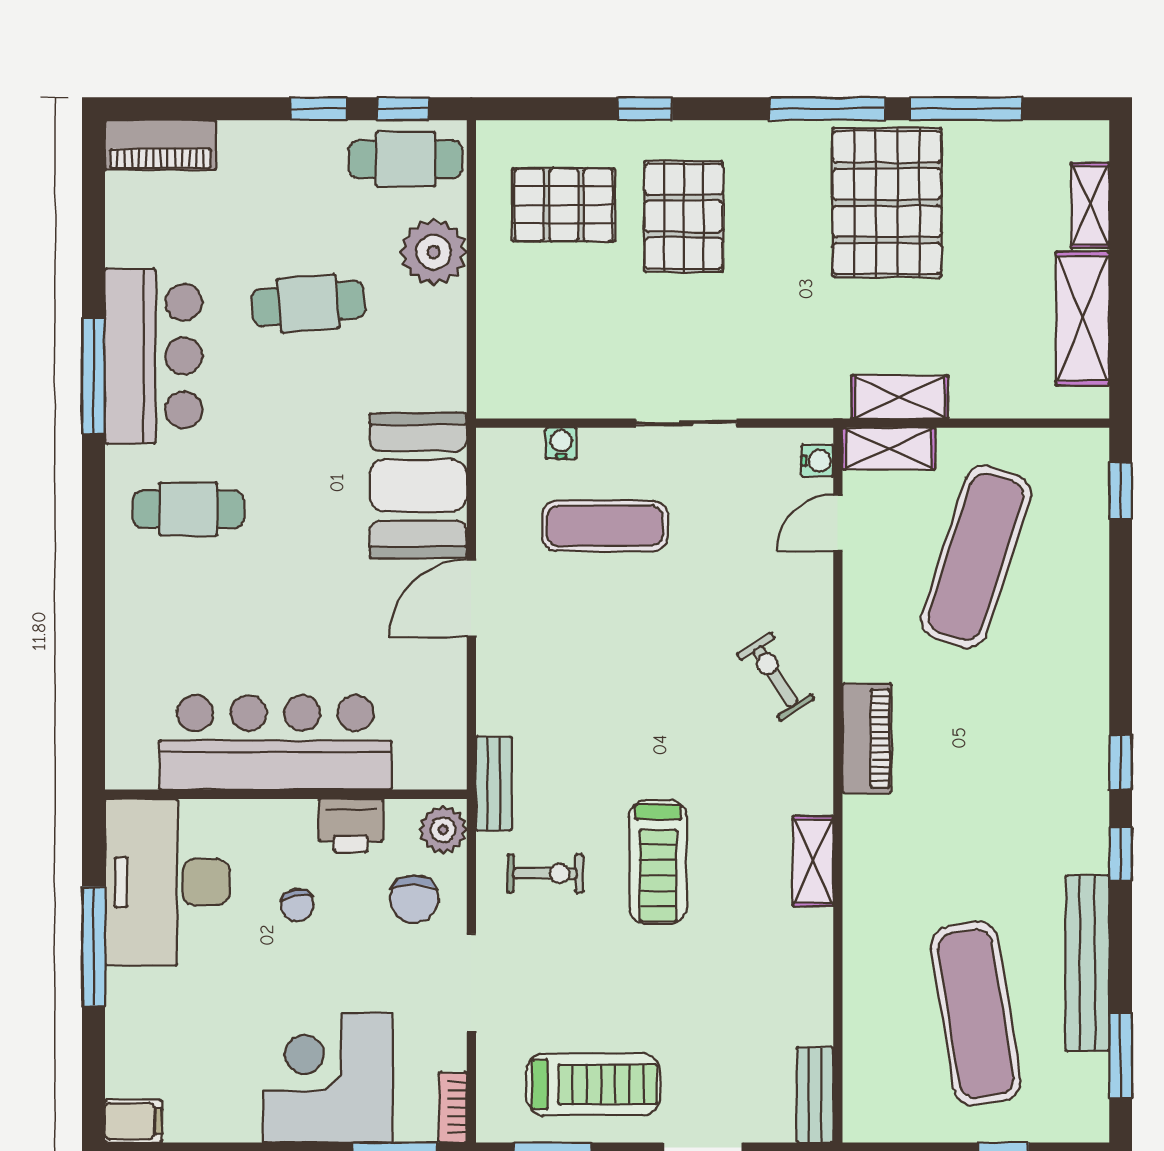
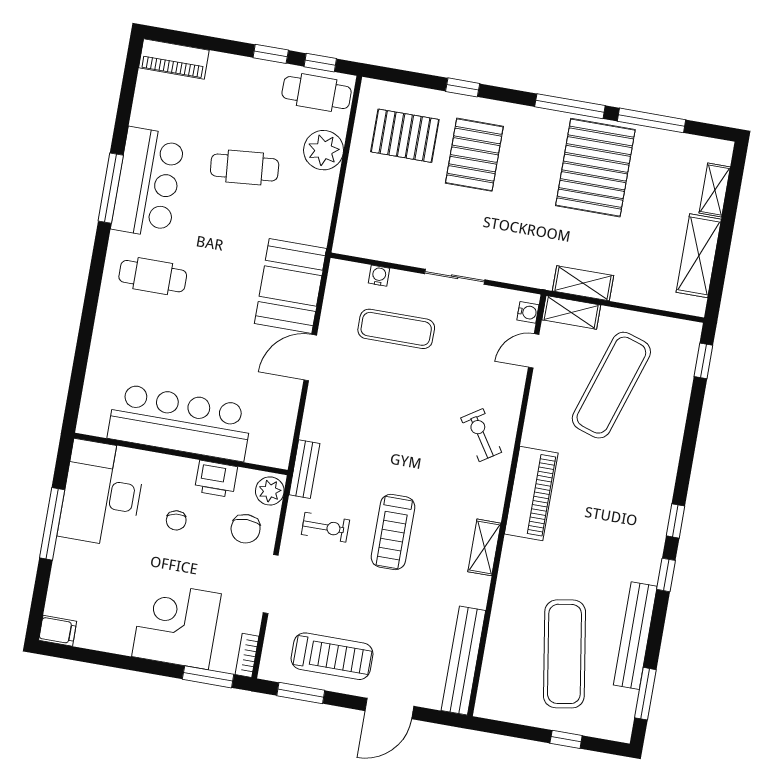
piano: (867, 739) -> (531, 493), width x1.37, depth x1.33
bench: (815, 1095) -> (463, 660), width x1.86, depth x1.21

